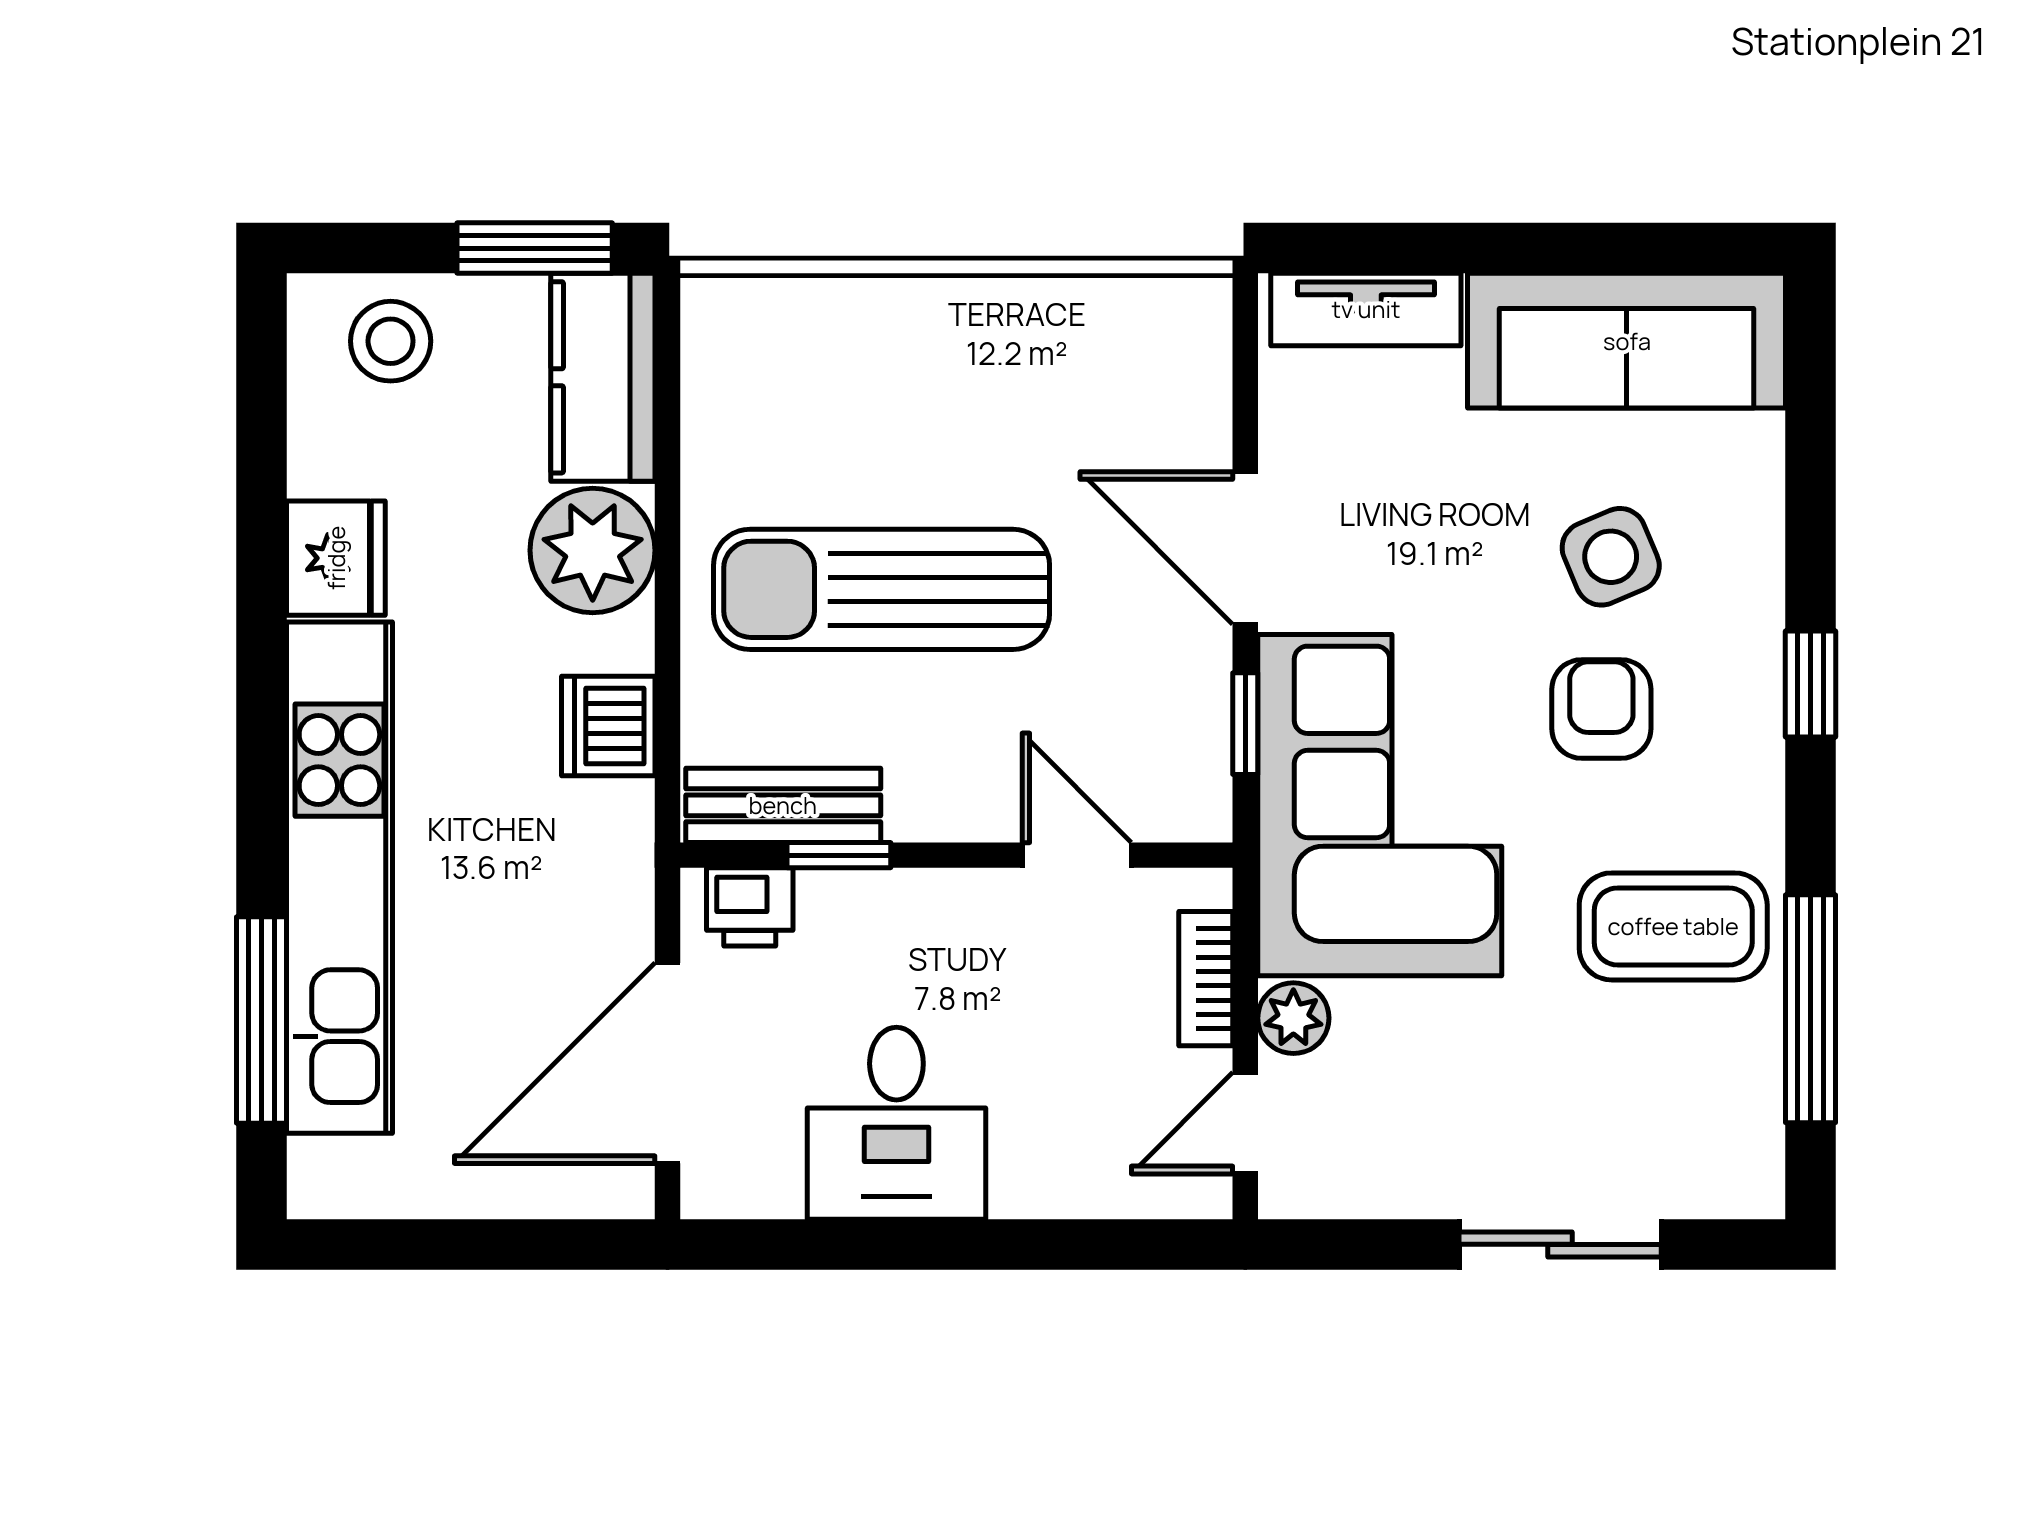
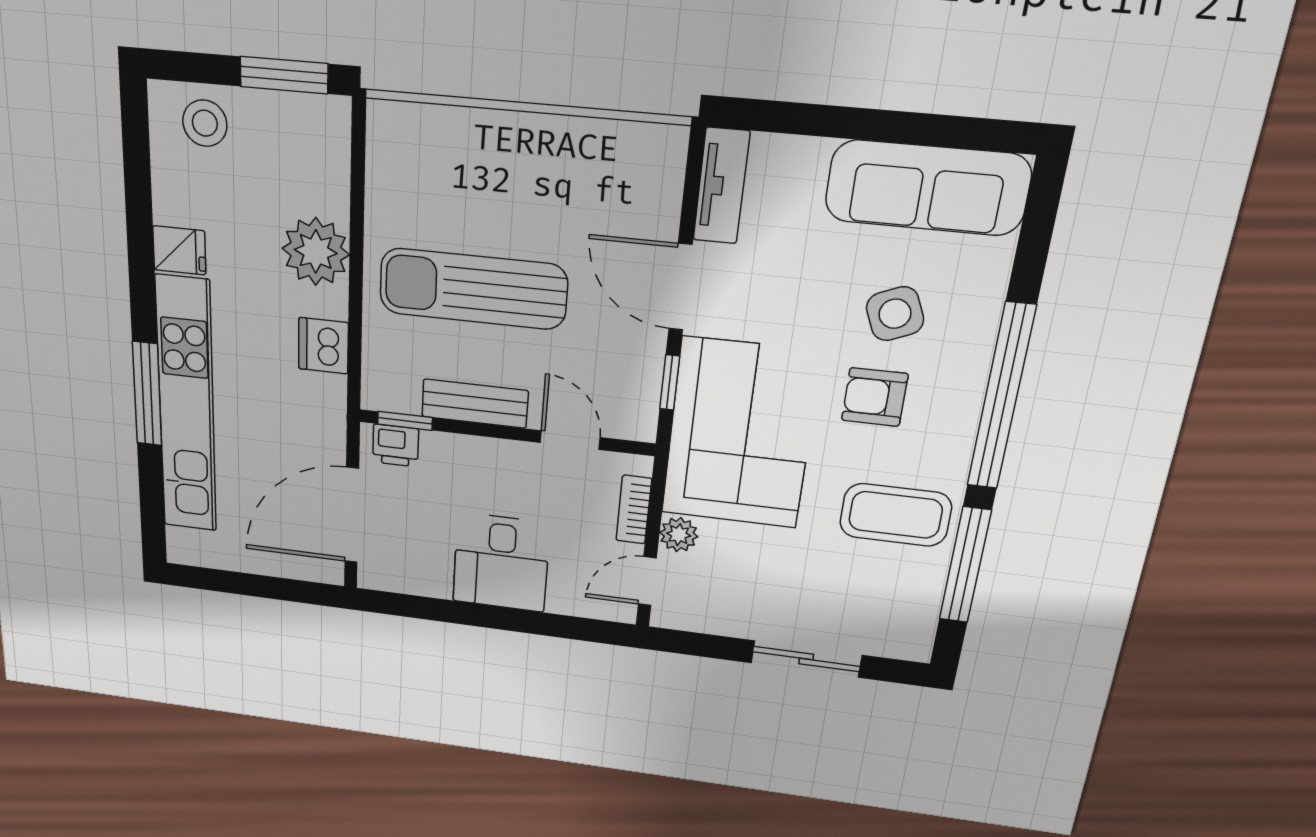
tv unit: (1366, 309) -> (721, 186), moved, turned -90
kitchen counter: (603, 377) -> (322, 155), removed
fridge: (336, 558) -> (179, 250), width x0.72
window: (1810, 684) -> (1001, 397), width x3.17
armchair: (1601, 709) -> (875, 397), turned -90
bench: (783, 805) -> (475, 404), moved
window: (839, 855) -> (405, 421), moved
window: (261, 1020) -> (147, 394), moved
desk: (896, 1123) -> (501, 563), moved

